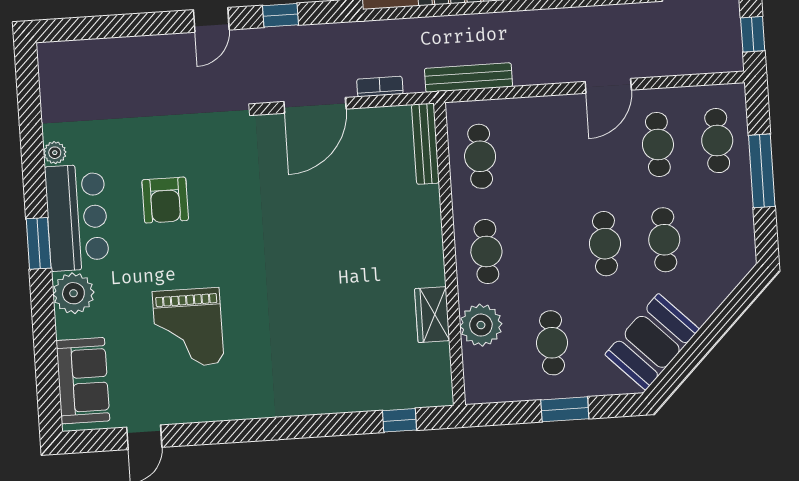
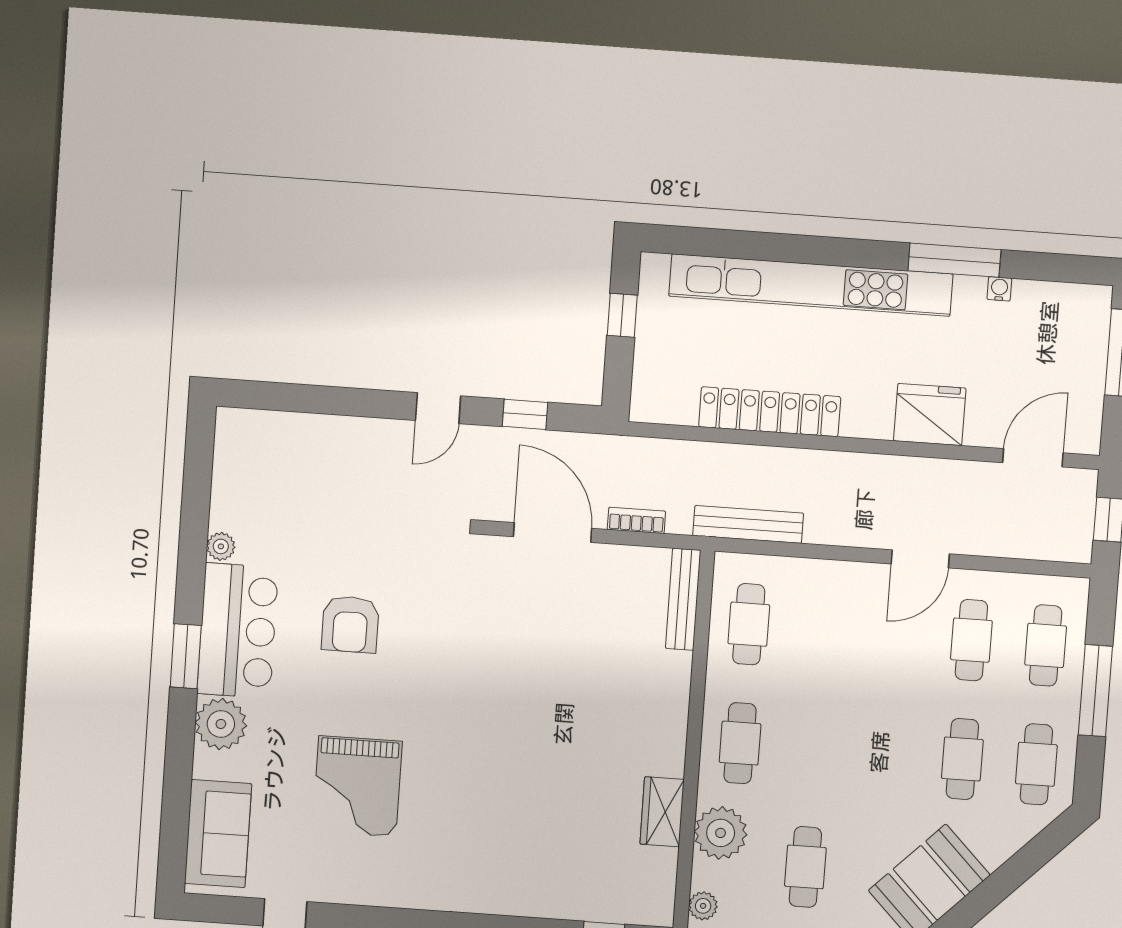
door: (315, 105) -> (553, 533), swing flipped
cafe table: (605, 244) -> (1036, 764), moved
plant: (475, 385) -> (703, 906), added

